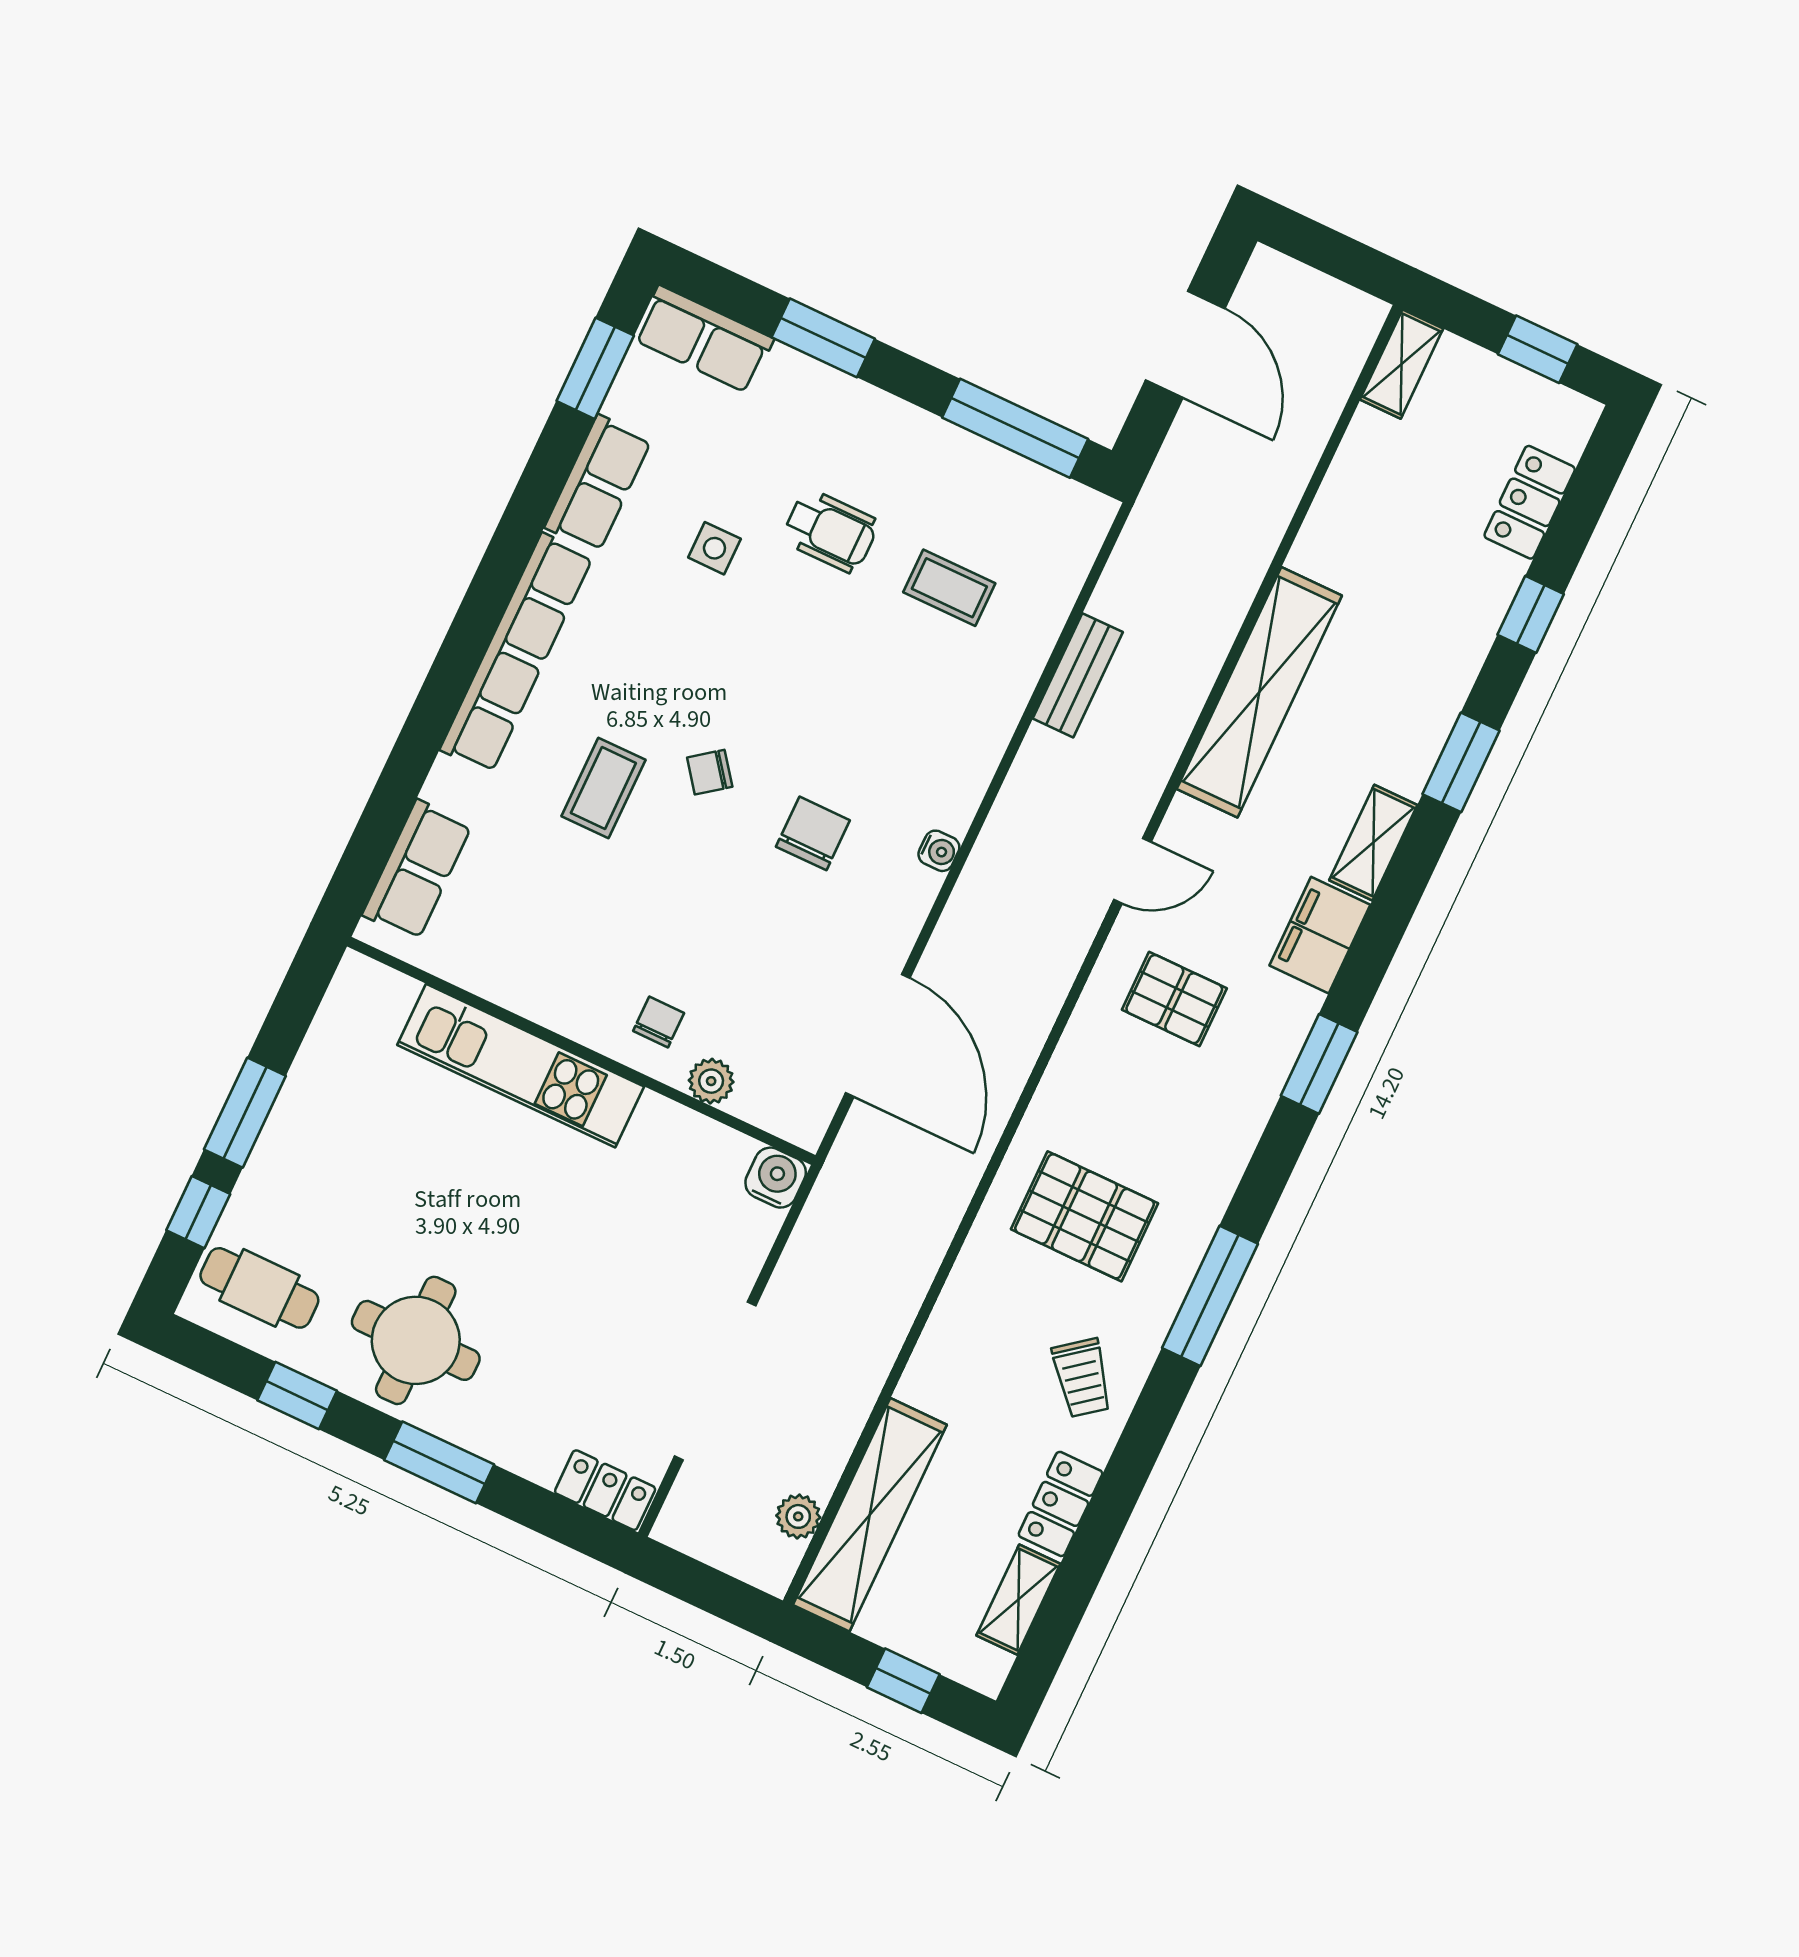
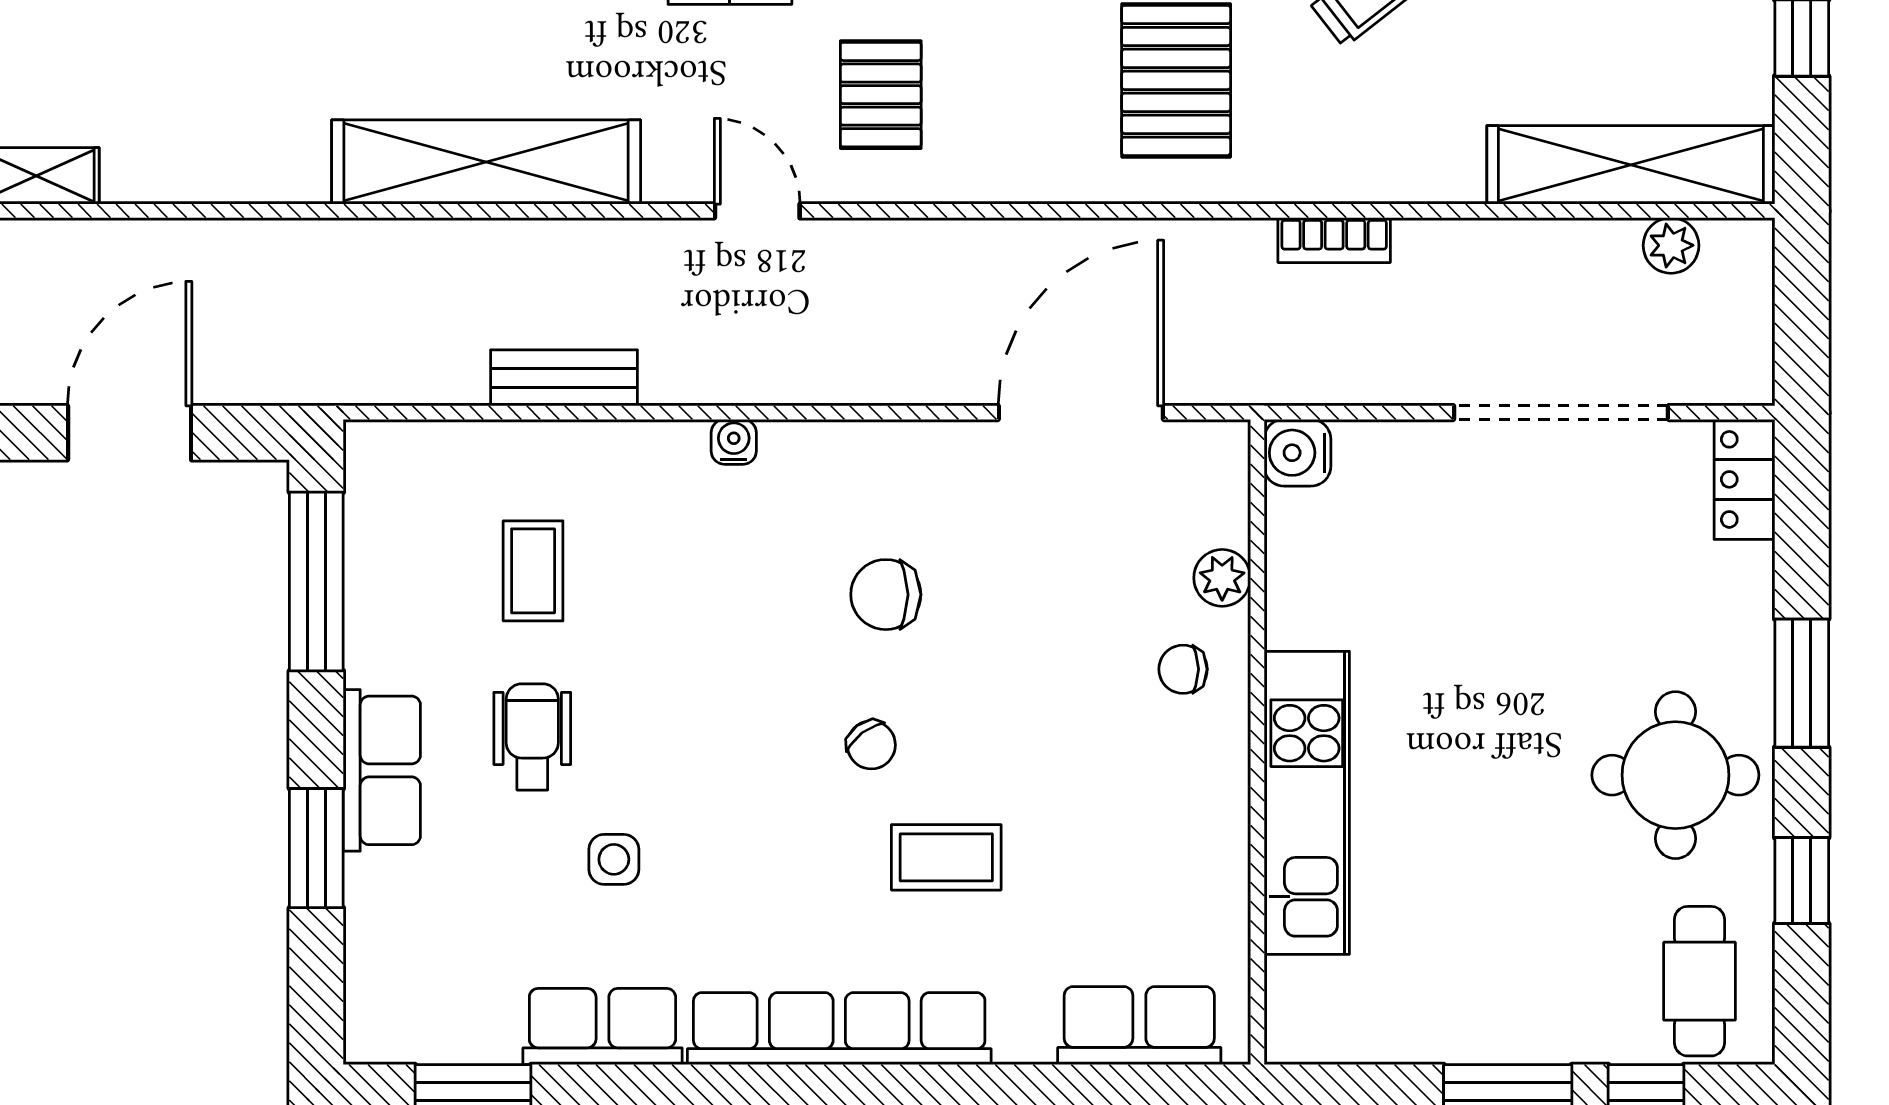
row of seats: (704, 339) -> (382, 770), moved
water cooler: (939, 851) -> (734, 442), moved
bookcase: (916, 1276) -> (1334, 240), added

